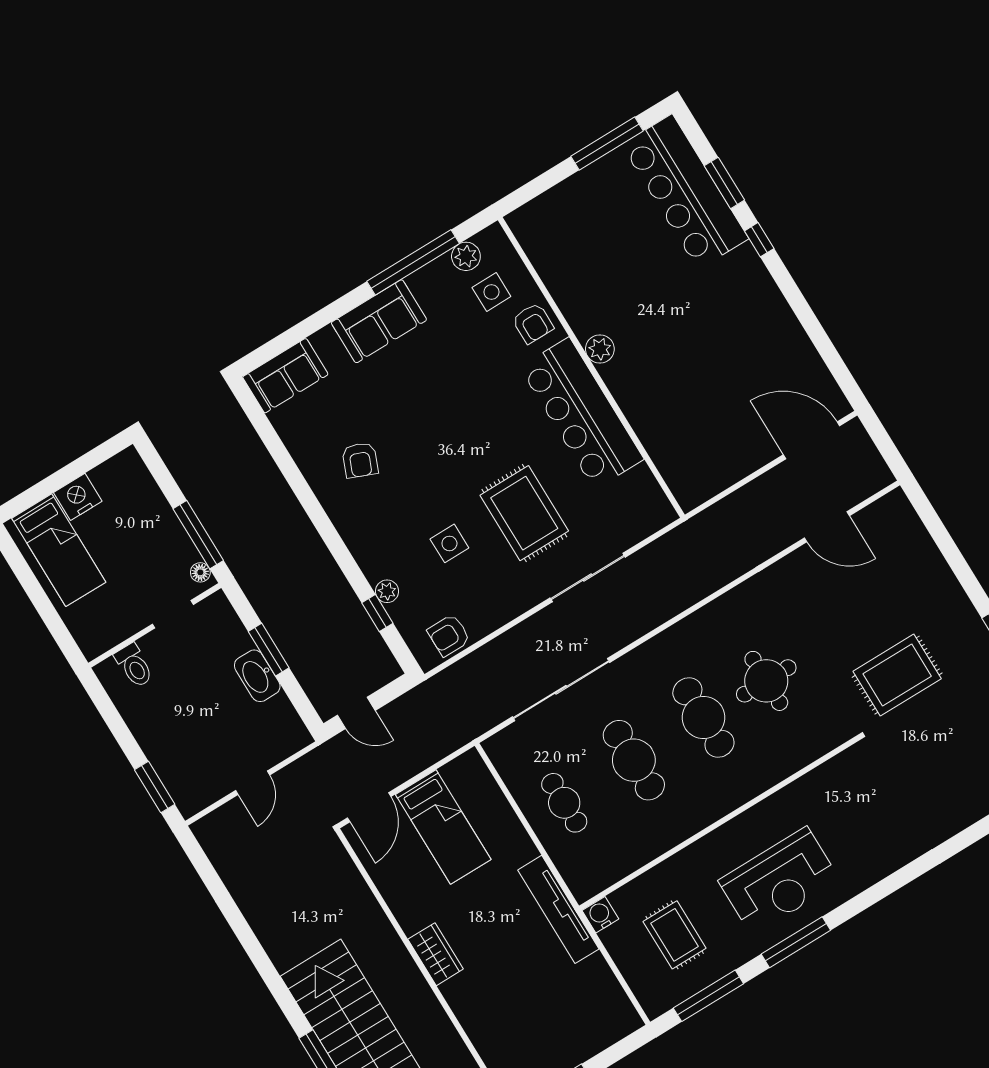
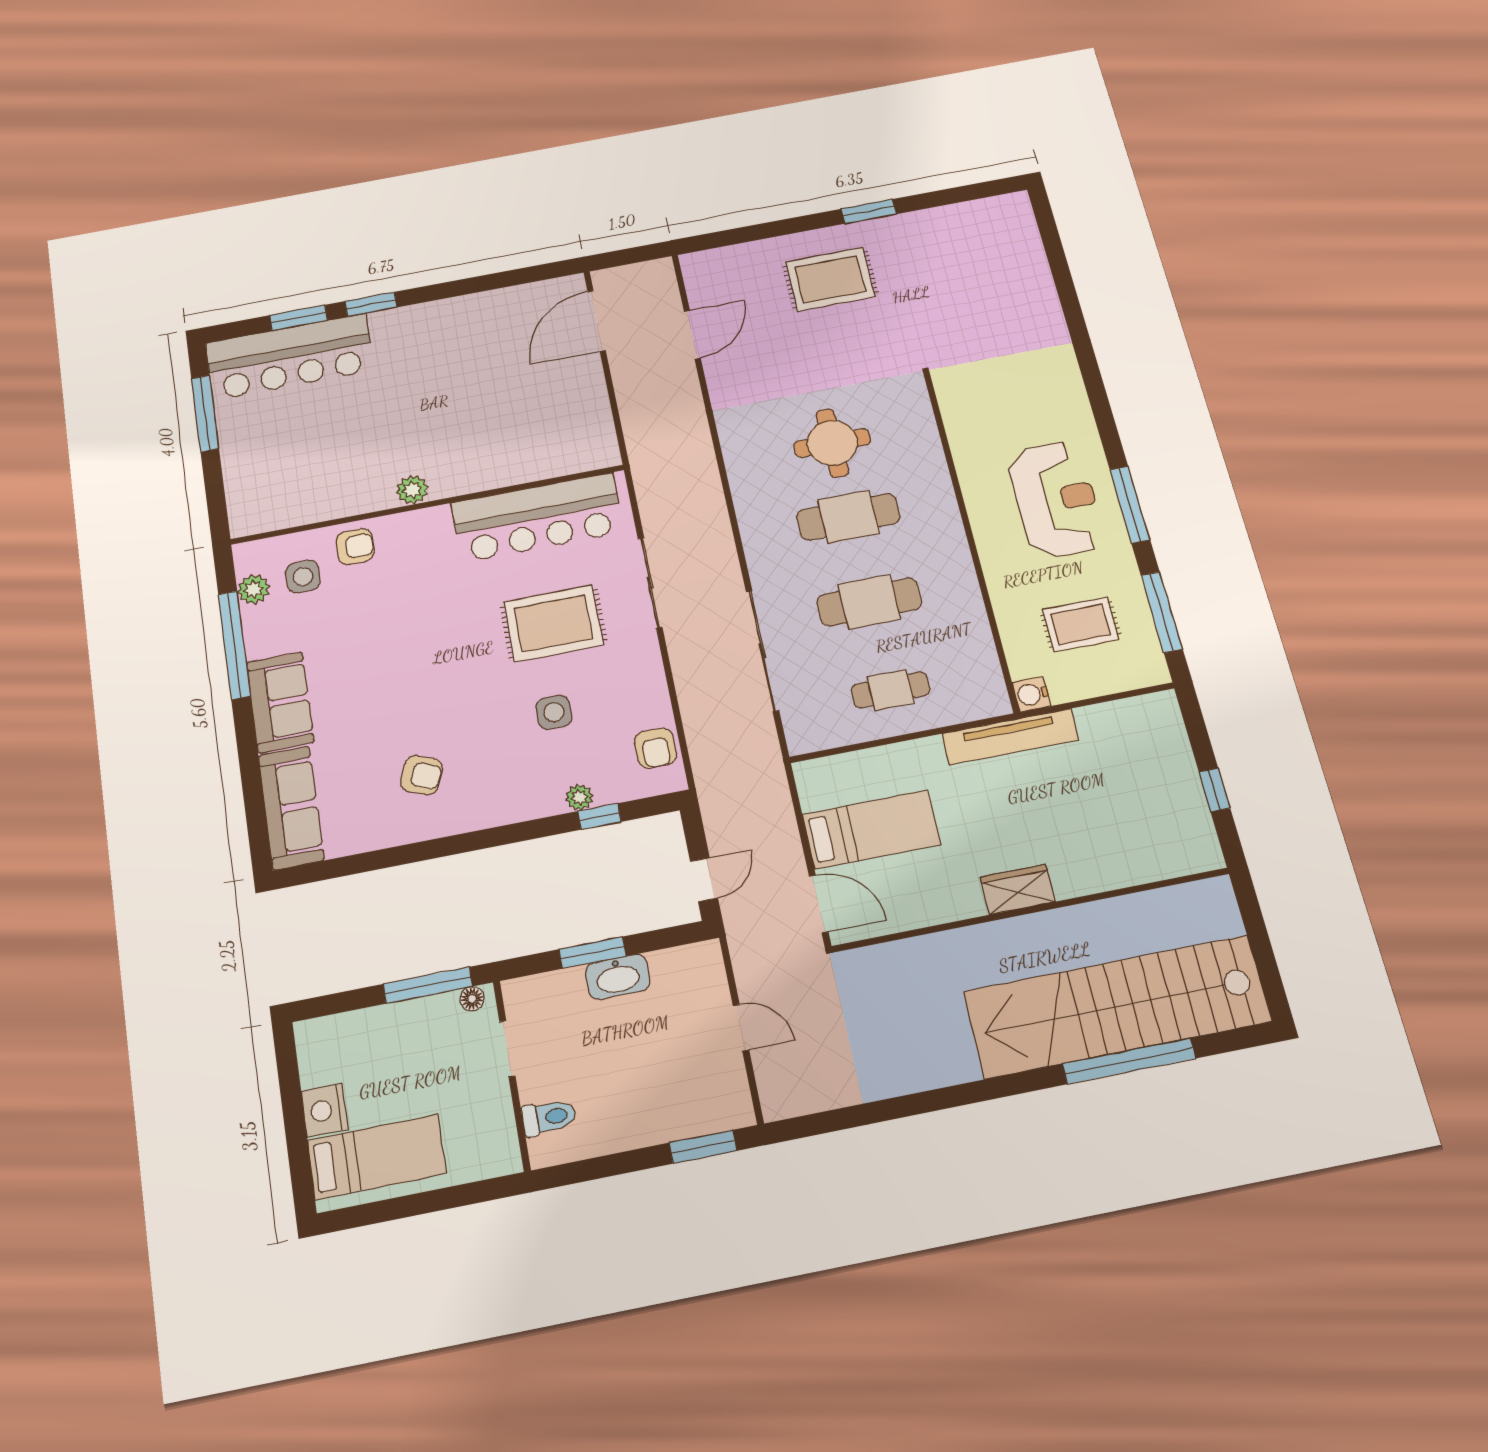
window: (759, 240) -> (371, 304), width x1.50
sofa: (285, 376) -> (291, 808), width x1.36
bar counter: (582, 413) -> (538, 517), moved
rug: (897, 675) -> (830, 279), moved, turned 90

